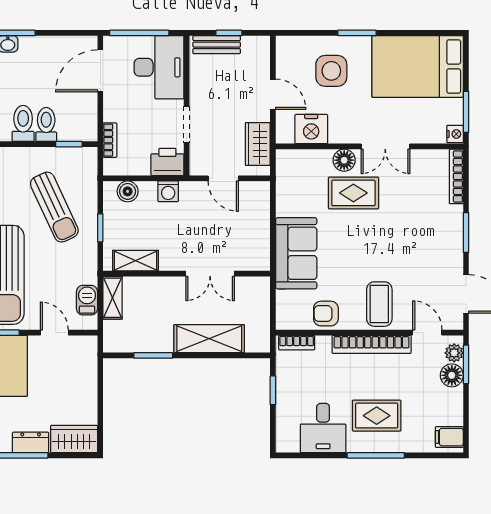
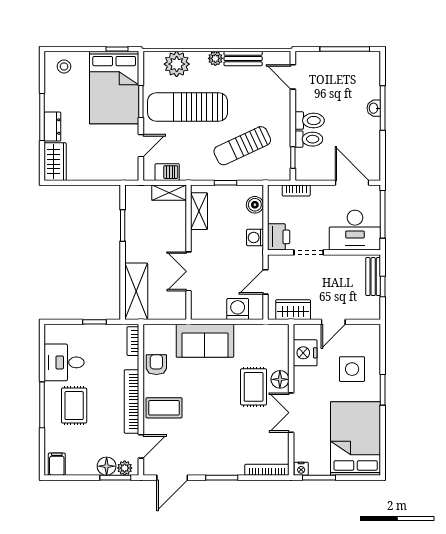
washing machine: (257, 213) -> (238, 309), added
shelving: (209, 339) -> (136, 291), moved

